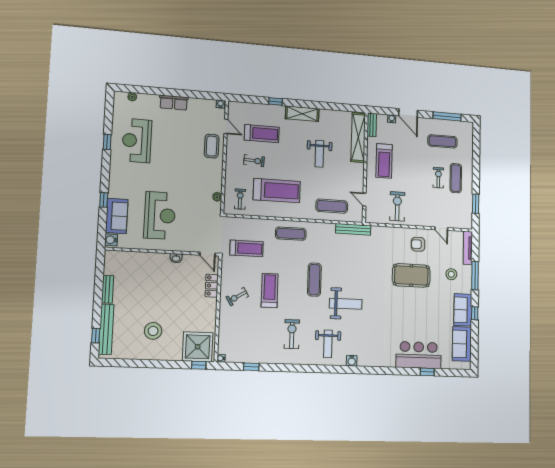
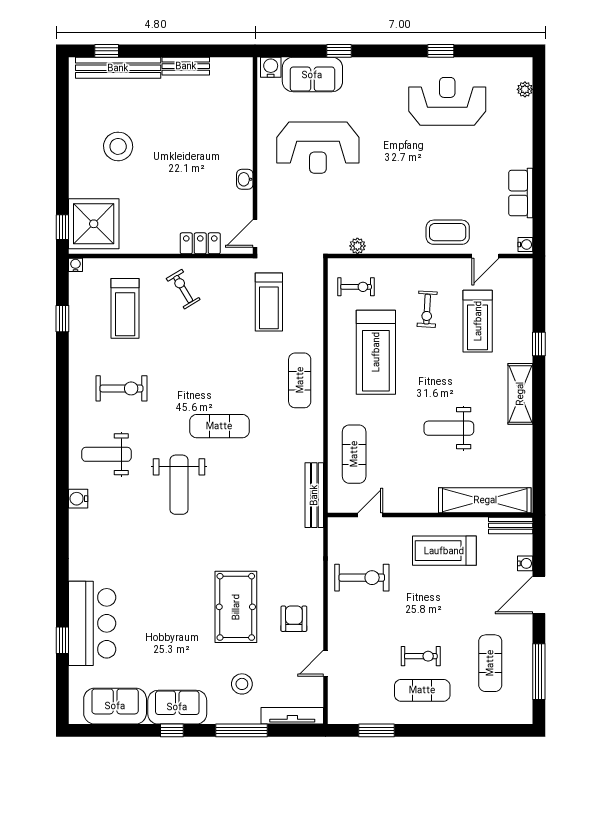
row of seats: (174, 103) -> (521, 193), moved
treadmill: (270, 291) -> (125, 308), moved, turned 90

